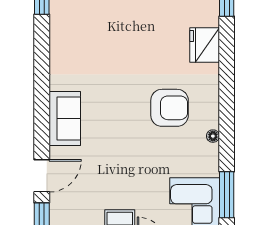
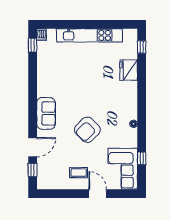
armchair: (170, 108) -> (87, 130), moved, turned 135
window: (227, 195) -> (142, 158), width x0.46

